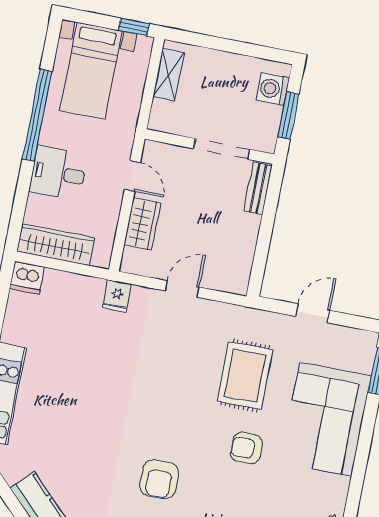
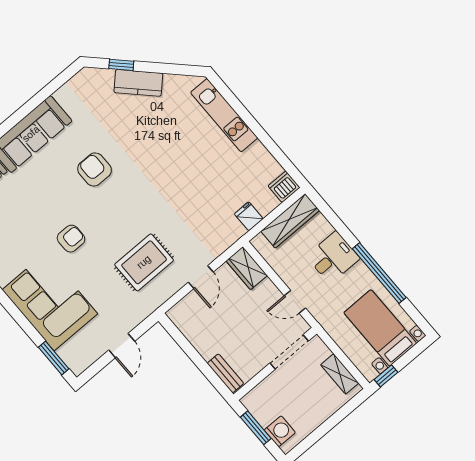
doorway: (222, 149) -> (289, 352), moved
wardrobe: (142, 224) -> (247, 268), moved
fridge: (117, 296) -> (249, 216), moved
rug: (245, 376) -> (144, 262), moved, turned 90

